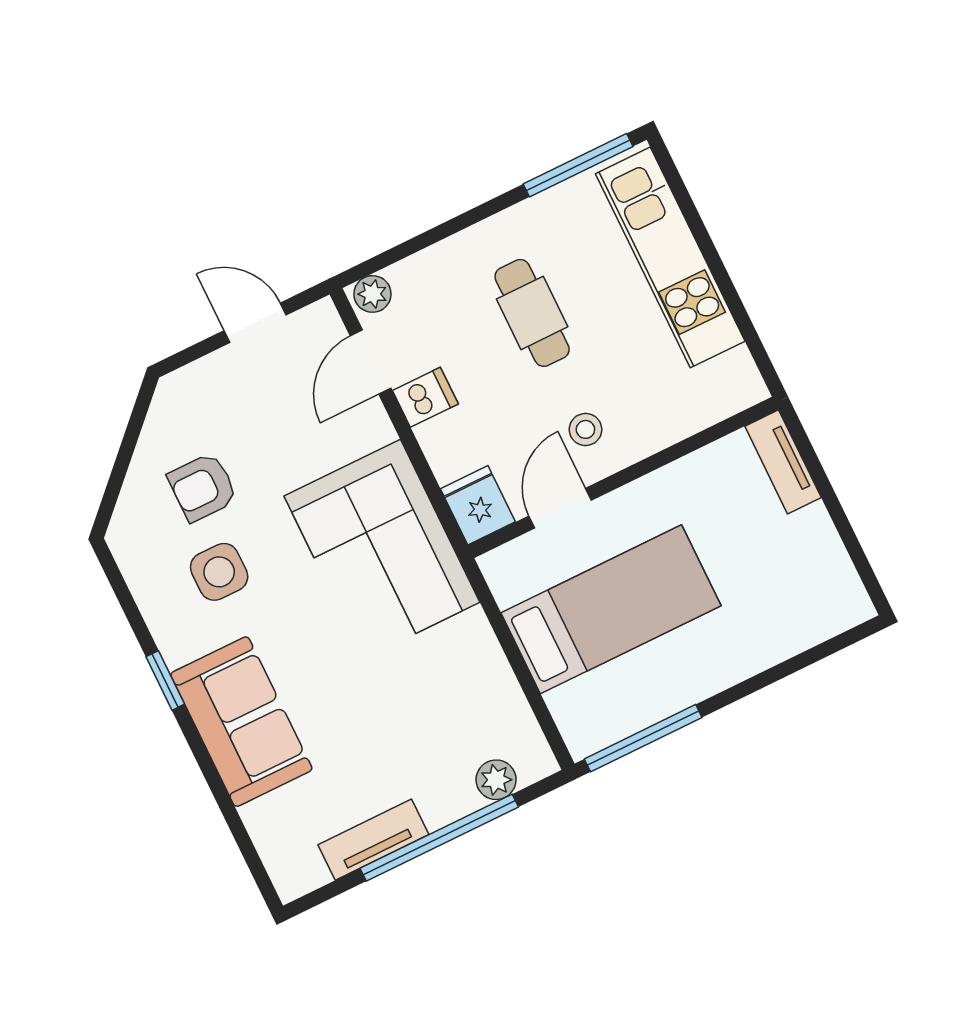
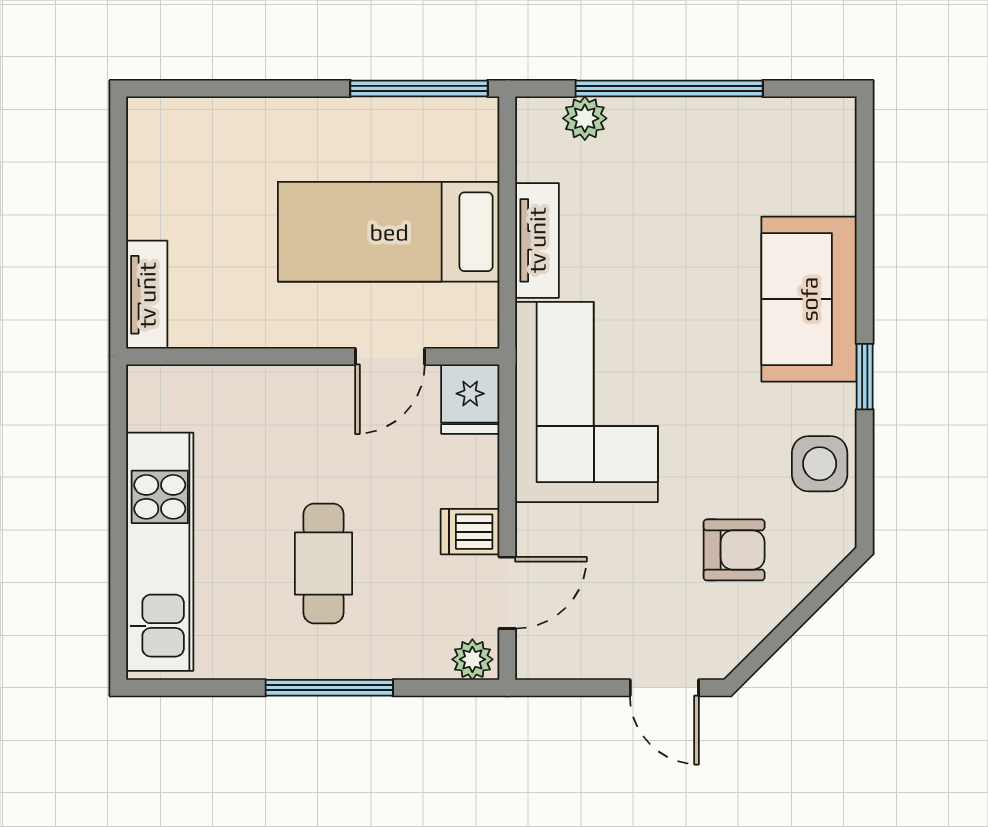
window: (578, 165) -> (329, 688), moved
door: (255, 323) -> (664, 688), moved
stool: (585, 429) -> (327, 422), removed
side table: (219, 572) -> (820, 464), moved
tv unit: (373, 840) -> (537, 240), moved, turned -90

